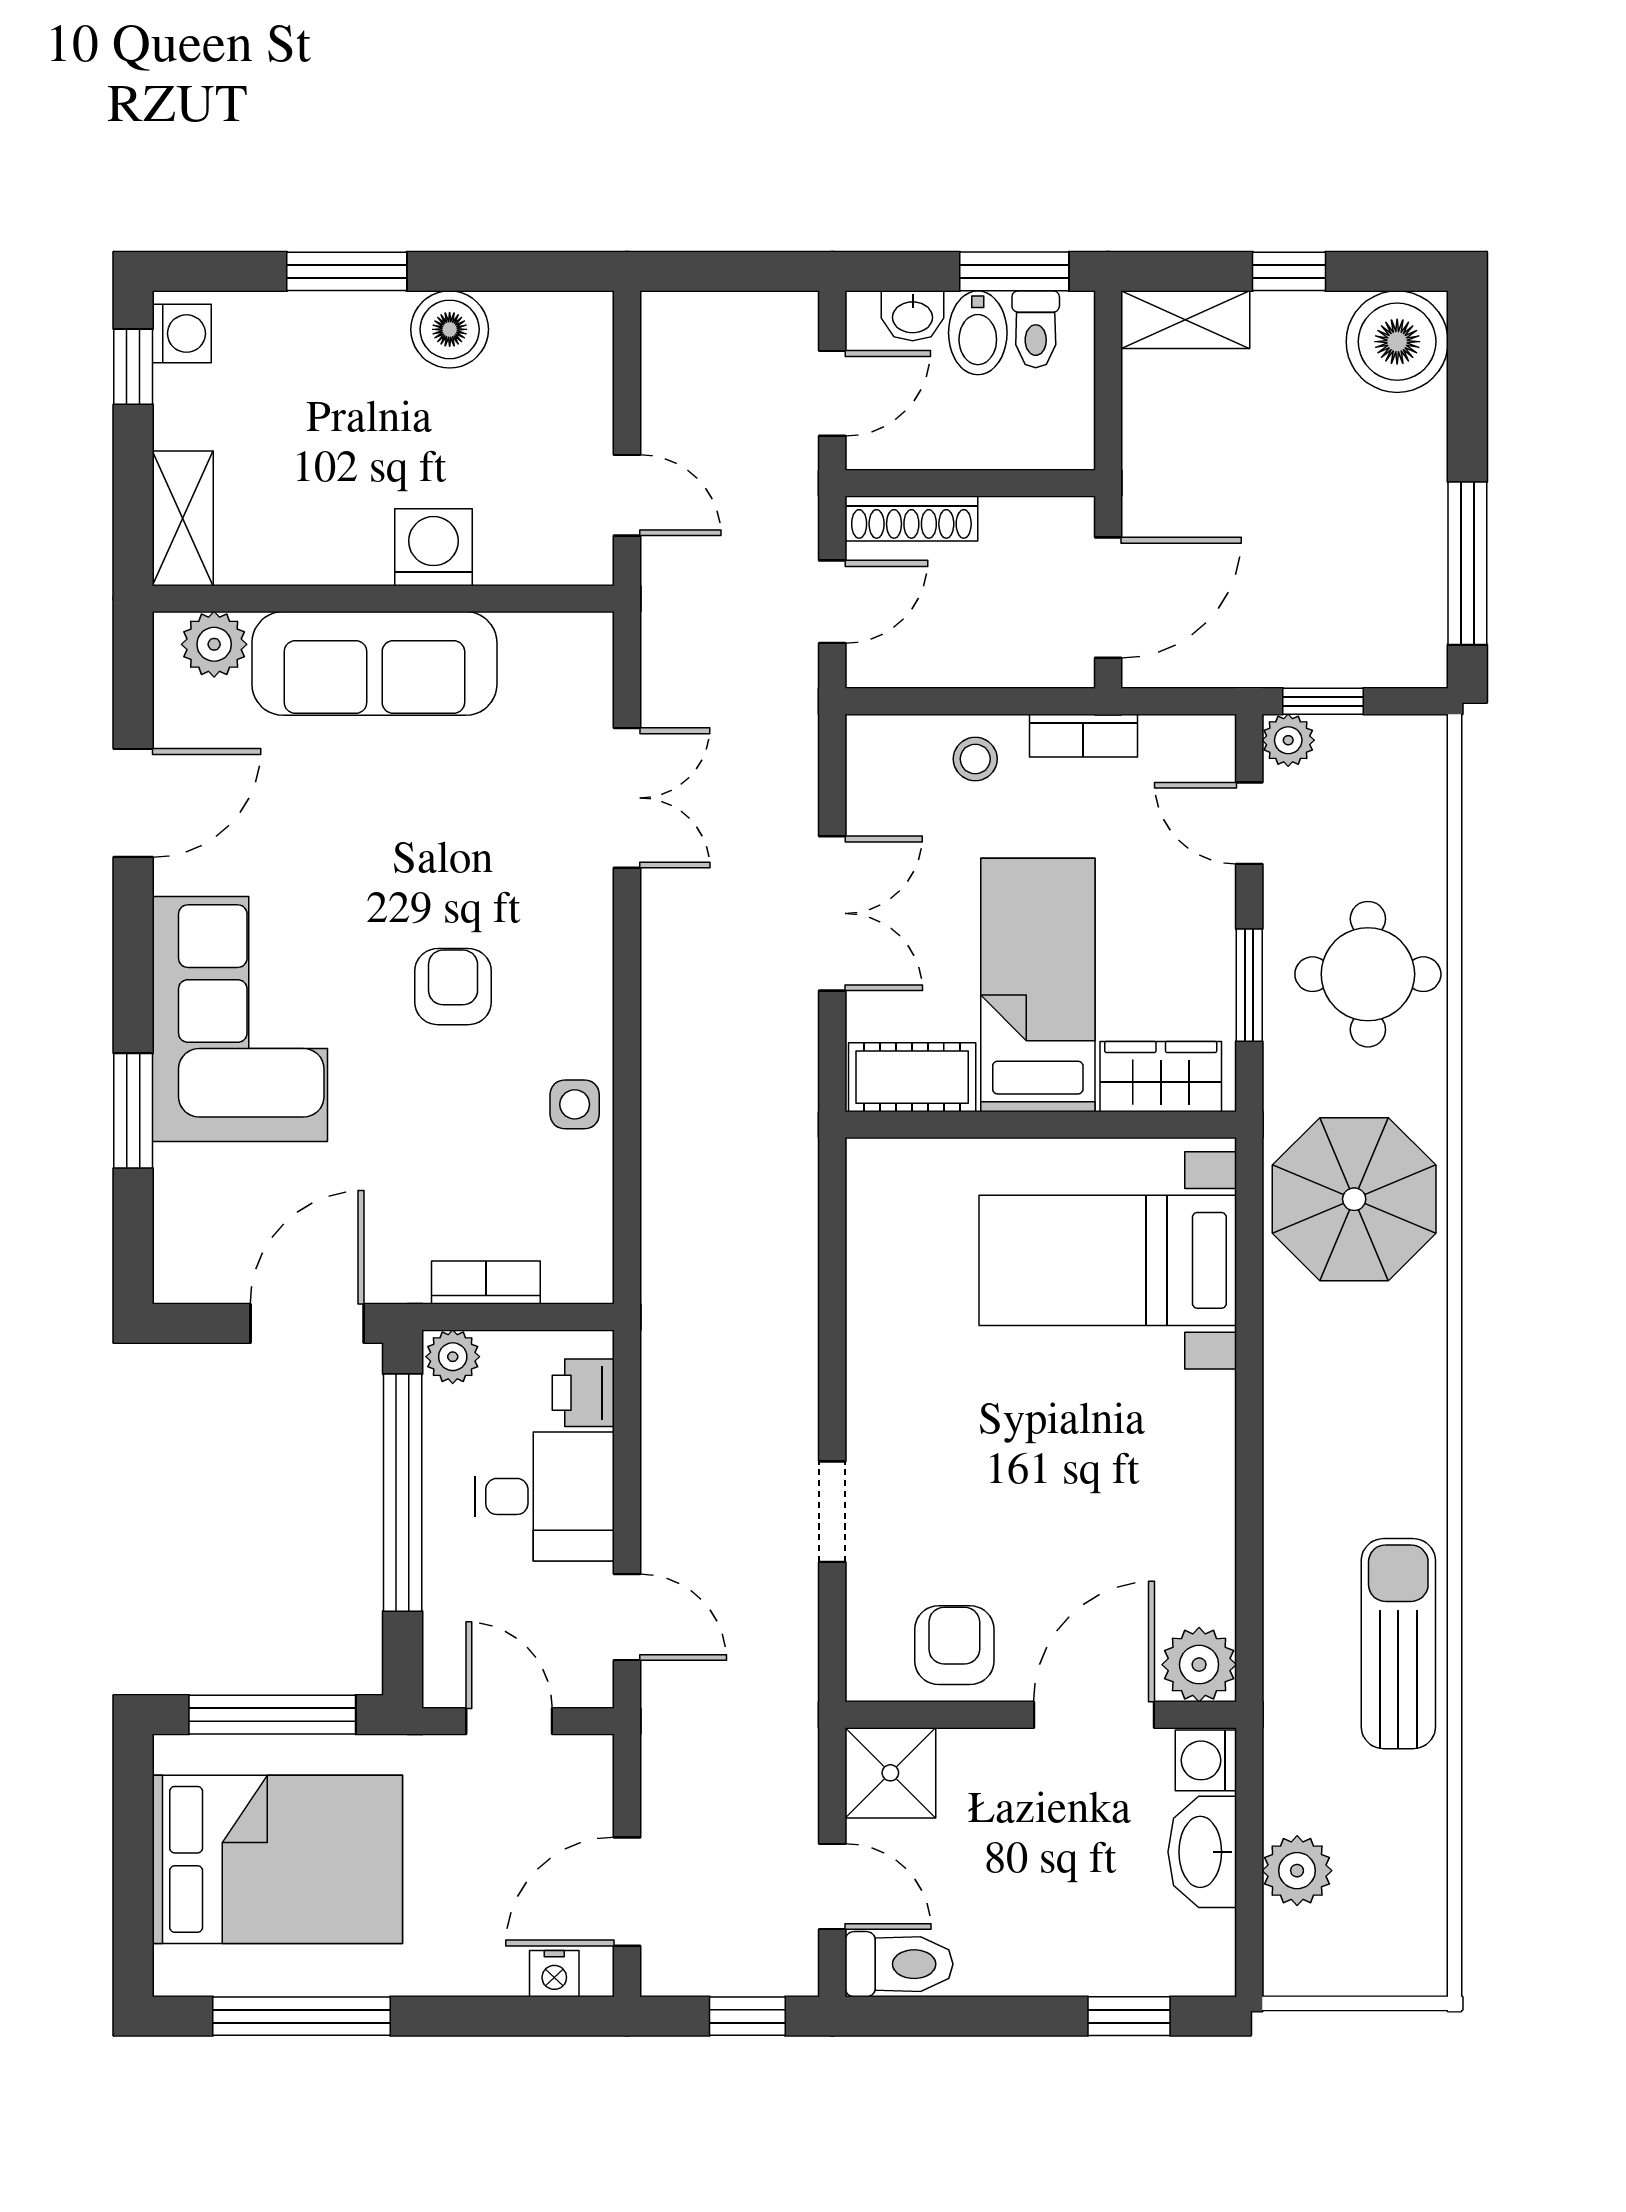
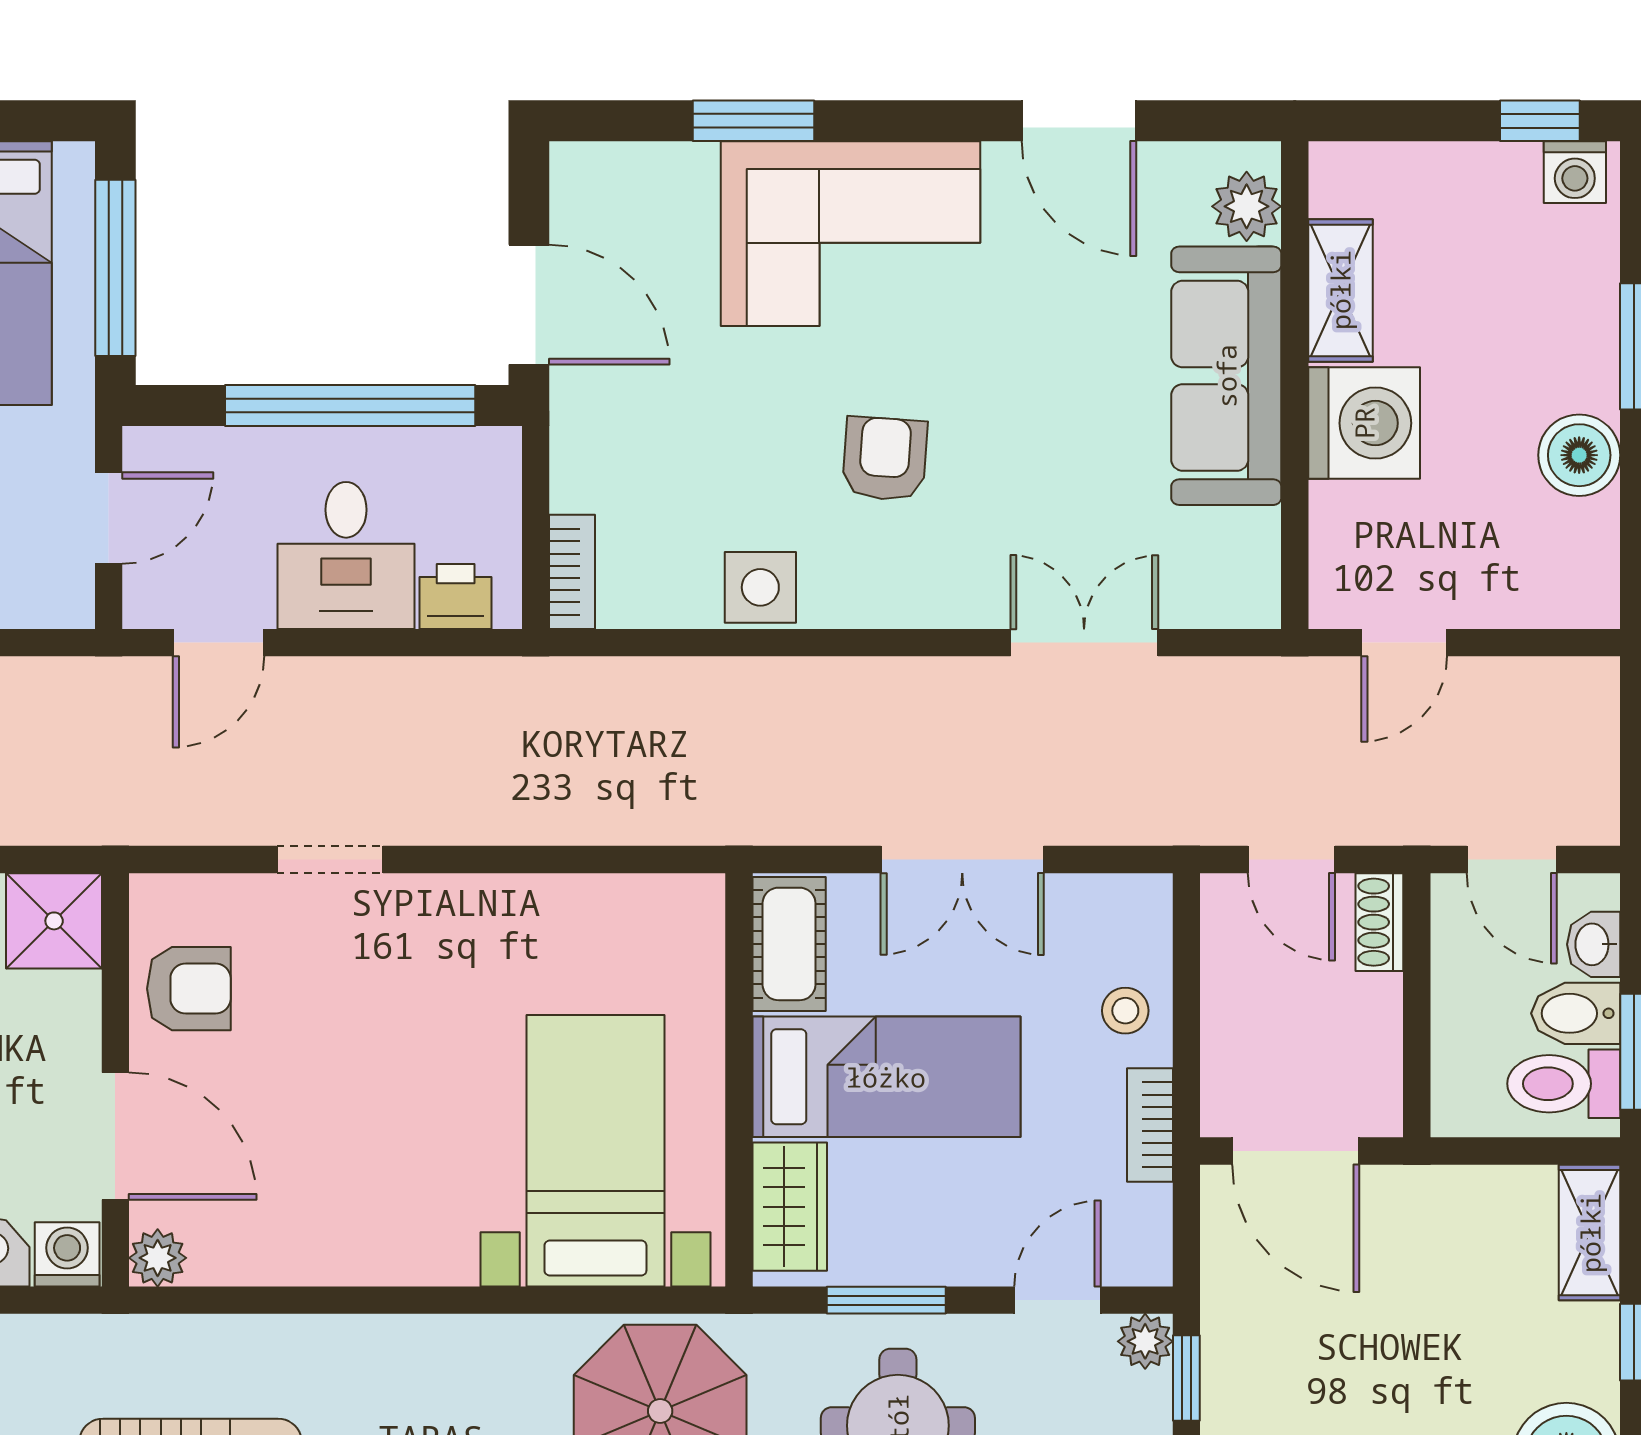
toilet: (1036, 329) -> (1564, 1084), width x1.37, depth x1.39
shelving: (183, 518) -> (1340, 290), moved, turned 90
shoe rack: (911, 519) -> (1379, 922), width x0.70
washing machine: (433, 547) -> (1364, 423), width x1.37, depth x1.37
double door: (627, 798) -> (1084, 643), swing flipped
armchair: (453, 987) -> (885, 459), turned -86
side table: (575, 1104) -> (760, 587), width x1.37, depth x1.37
bookcase: (486, 1283) -> (572, 572), moved
plant: (453, 1357) -> (494, 458), removed
plant: (1199, 1665) -> (158, 1258), width x0.73, depth x0.73

